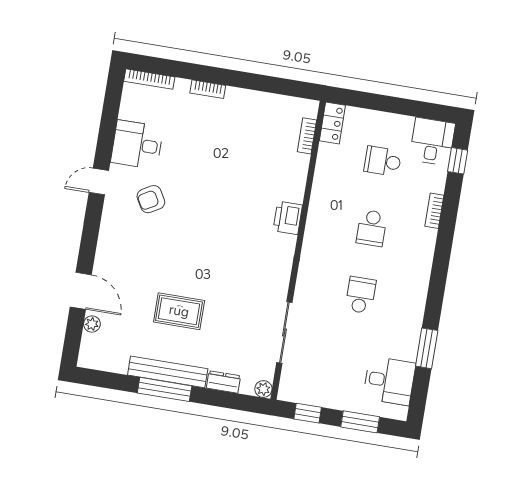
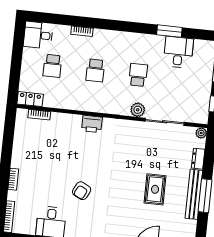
window: (458, 161) -> (49, 18), removed
armchair: (151, 199) -> (82, 191), moved, turned 57
school desk: (372, 228) -> (95, 70), turned 90
plant: (306, 291) -> (138, 110), added
school desk: (361, 295) -> (138, 75), turned 90
desk: (389, 381) -> (178, 52), moved

